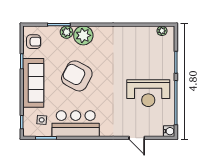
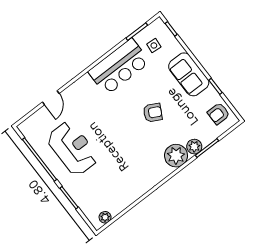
armchair: (77, 76) -> (153, 113), width x0.53, depth x0.53
sofa: (33, 83) -> (189, 74), width x0.73
reception desk: (148, 93) -> (73, 148), turned 90
water cooler: (169, 131) -> (25, 128), removed
door: (137, 138) -> (51, 98), swing flipped

